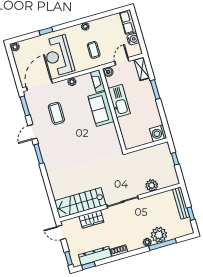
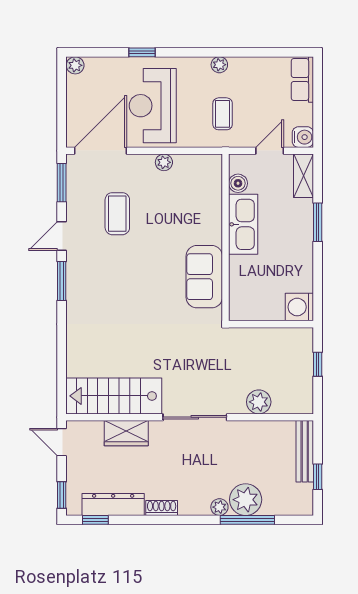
water cooler: (133, 39) -> (303, 137), moved
boiler: (108, 72) -> (238, 183), moved
fireplace: (98, 81) -> (213, 175), removed
sofa: (101, 109) -> (204, 277), moved

